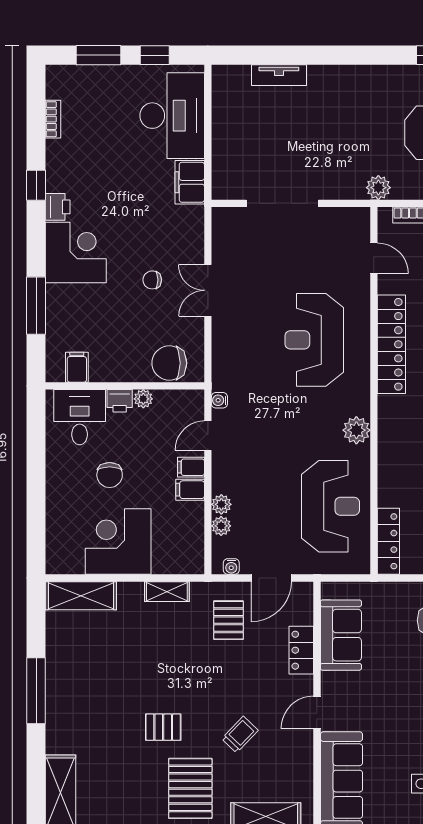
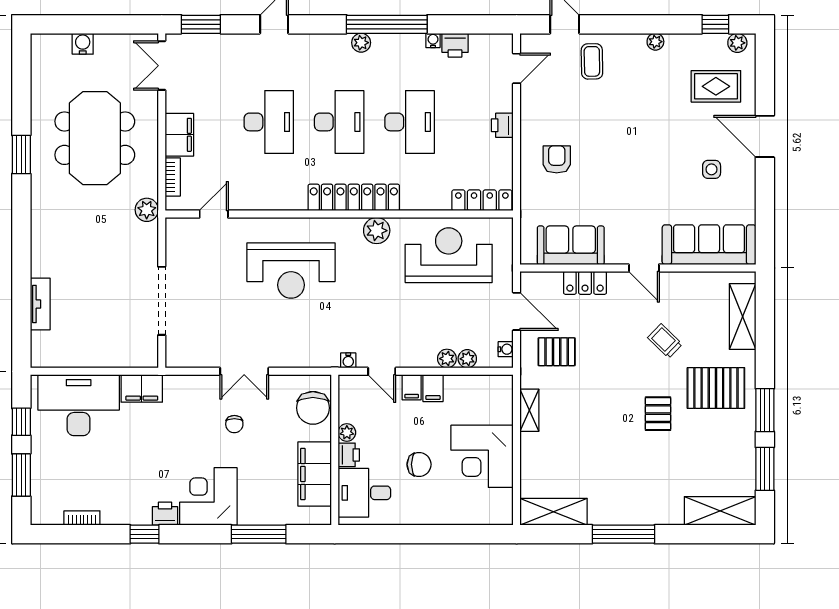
locker: (391, 344) -> (354, 197), moved
filing cabinet: (77, 367) -> (315, 474), width x3.00, depth x1.17
shelving: (81, 596) -> (554, 512), moved, turned 90

